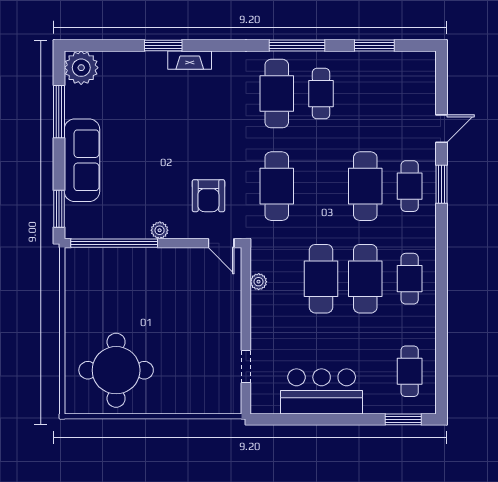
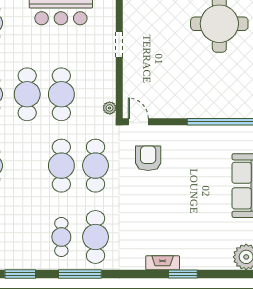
cafe table: (365, 186) -> (61, 166), moved
plant: (160, 230) -> (186, 132), removed
plant: (259, 282) -> (110, 108), moved
doorway: (246, 366) -> (119, 44), moved

